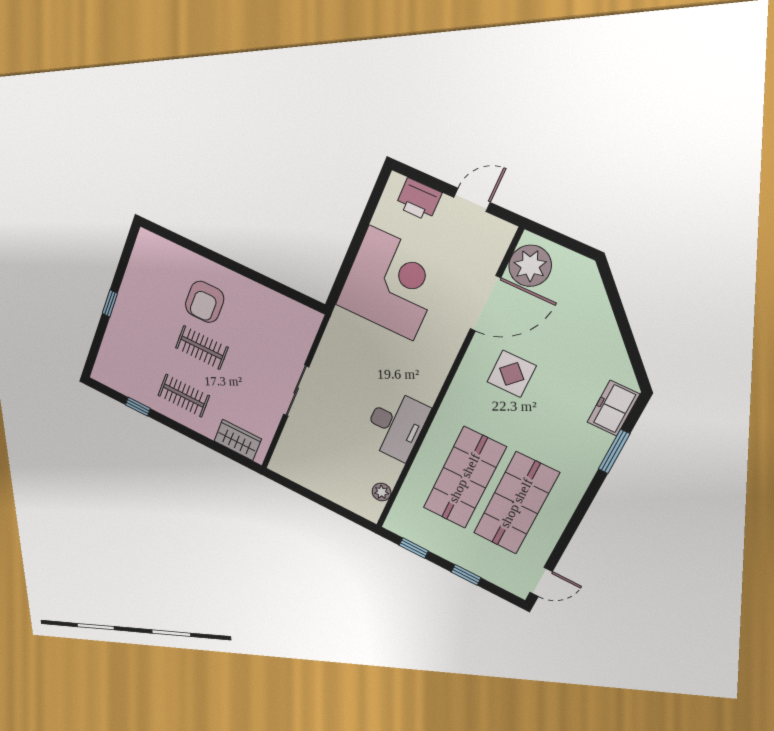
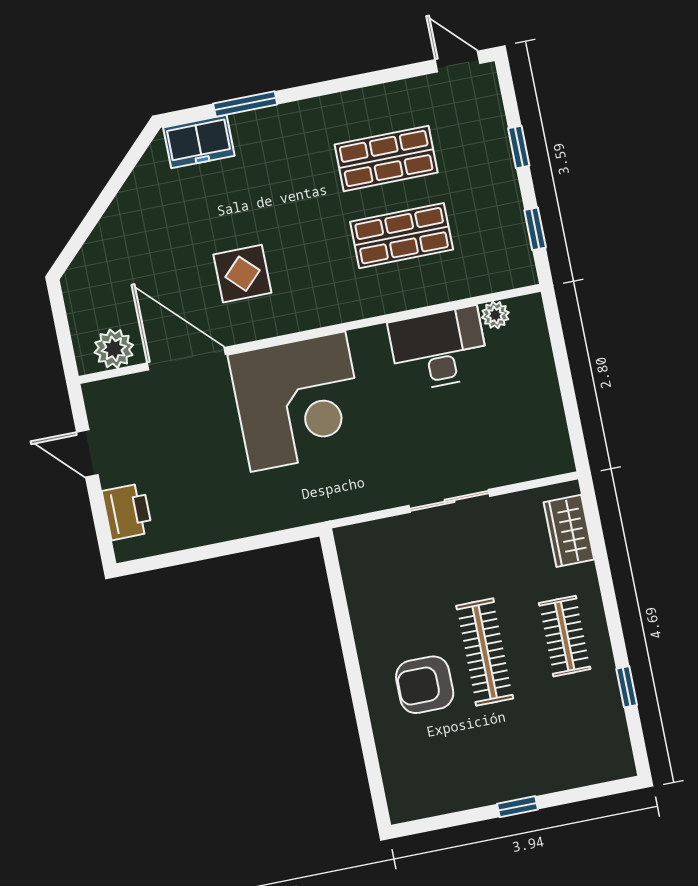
plant: (530, 266) -> (114, 349), width x0.73, depth x0.73
corner desk: (391, 283) -> (298, 402), moved, turned 180
armchair: (205, 302) -> (425, 685), turned 180
clothes rail: (202, 348) -> (485, 652), width x1.36
desk: (396, 425) -> (439, 349), moved
shop shelf: (464, 478) -> (402, 236), width x0.70, depth x0.74
shop shelf: (516, 503) -> (386, 158), width x0.70, depth x0.74

